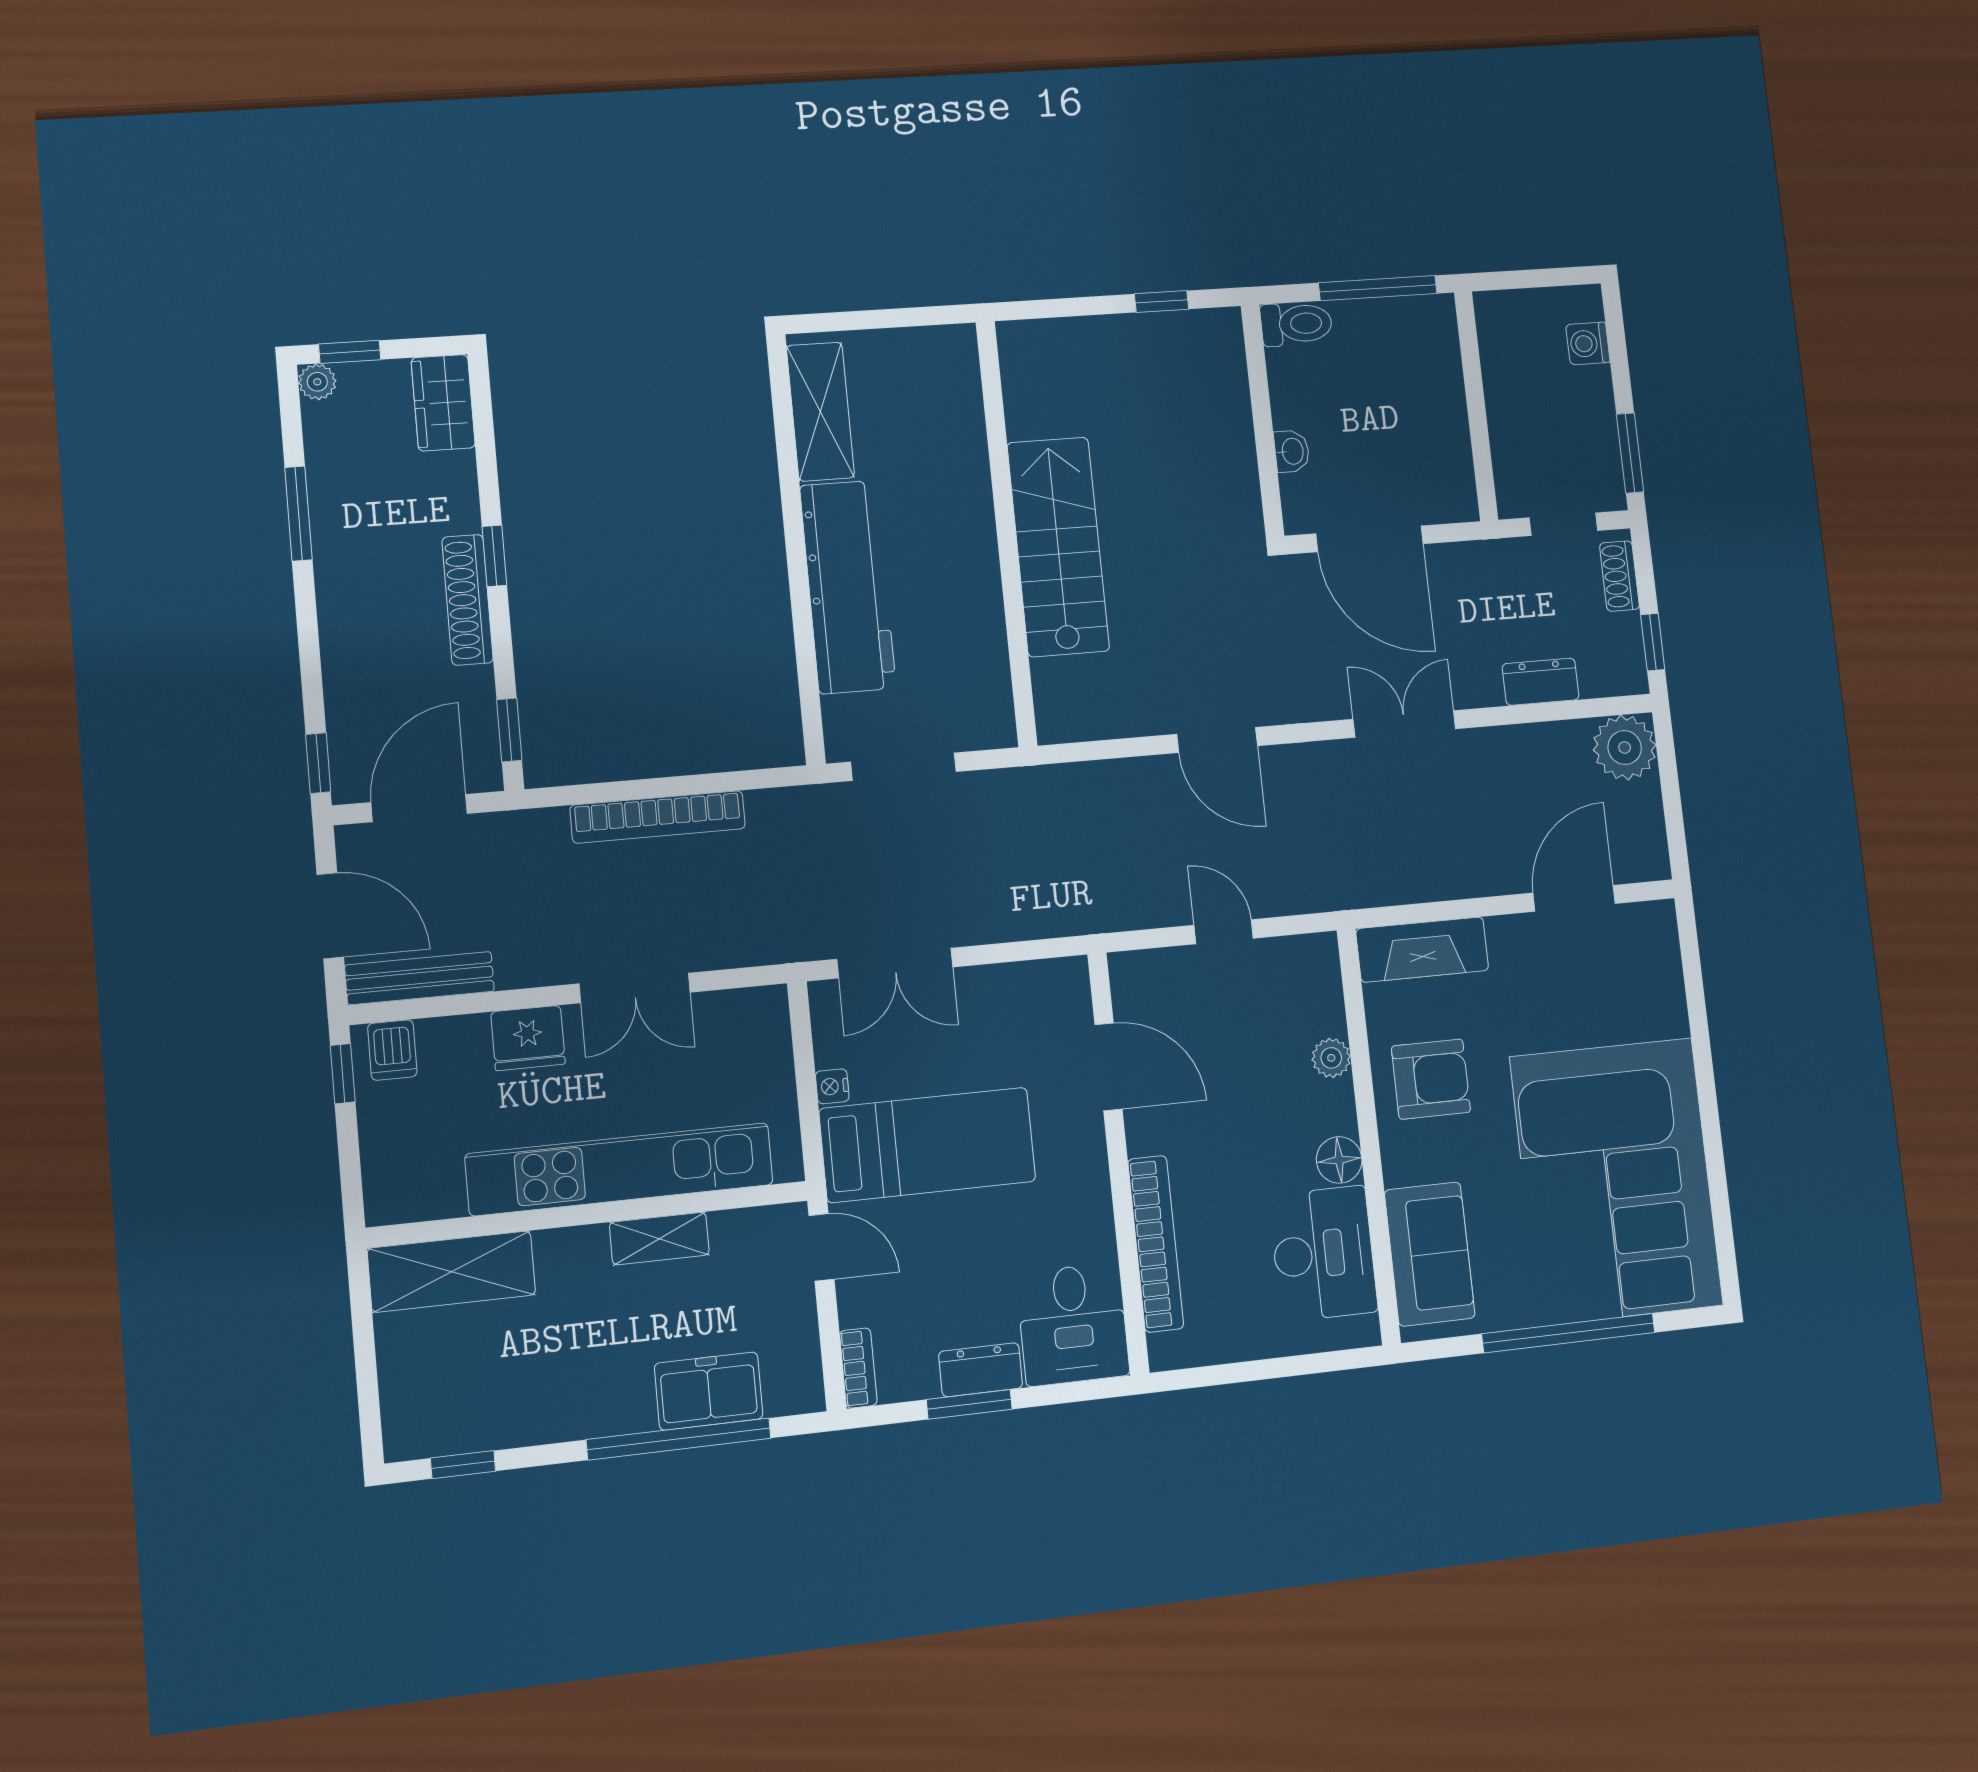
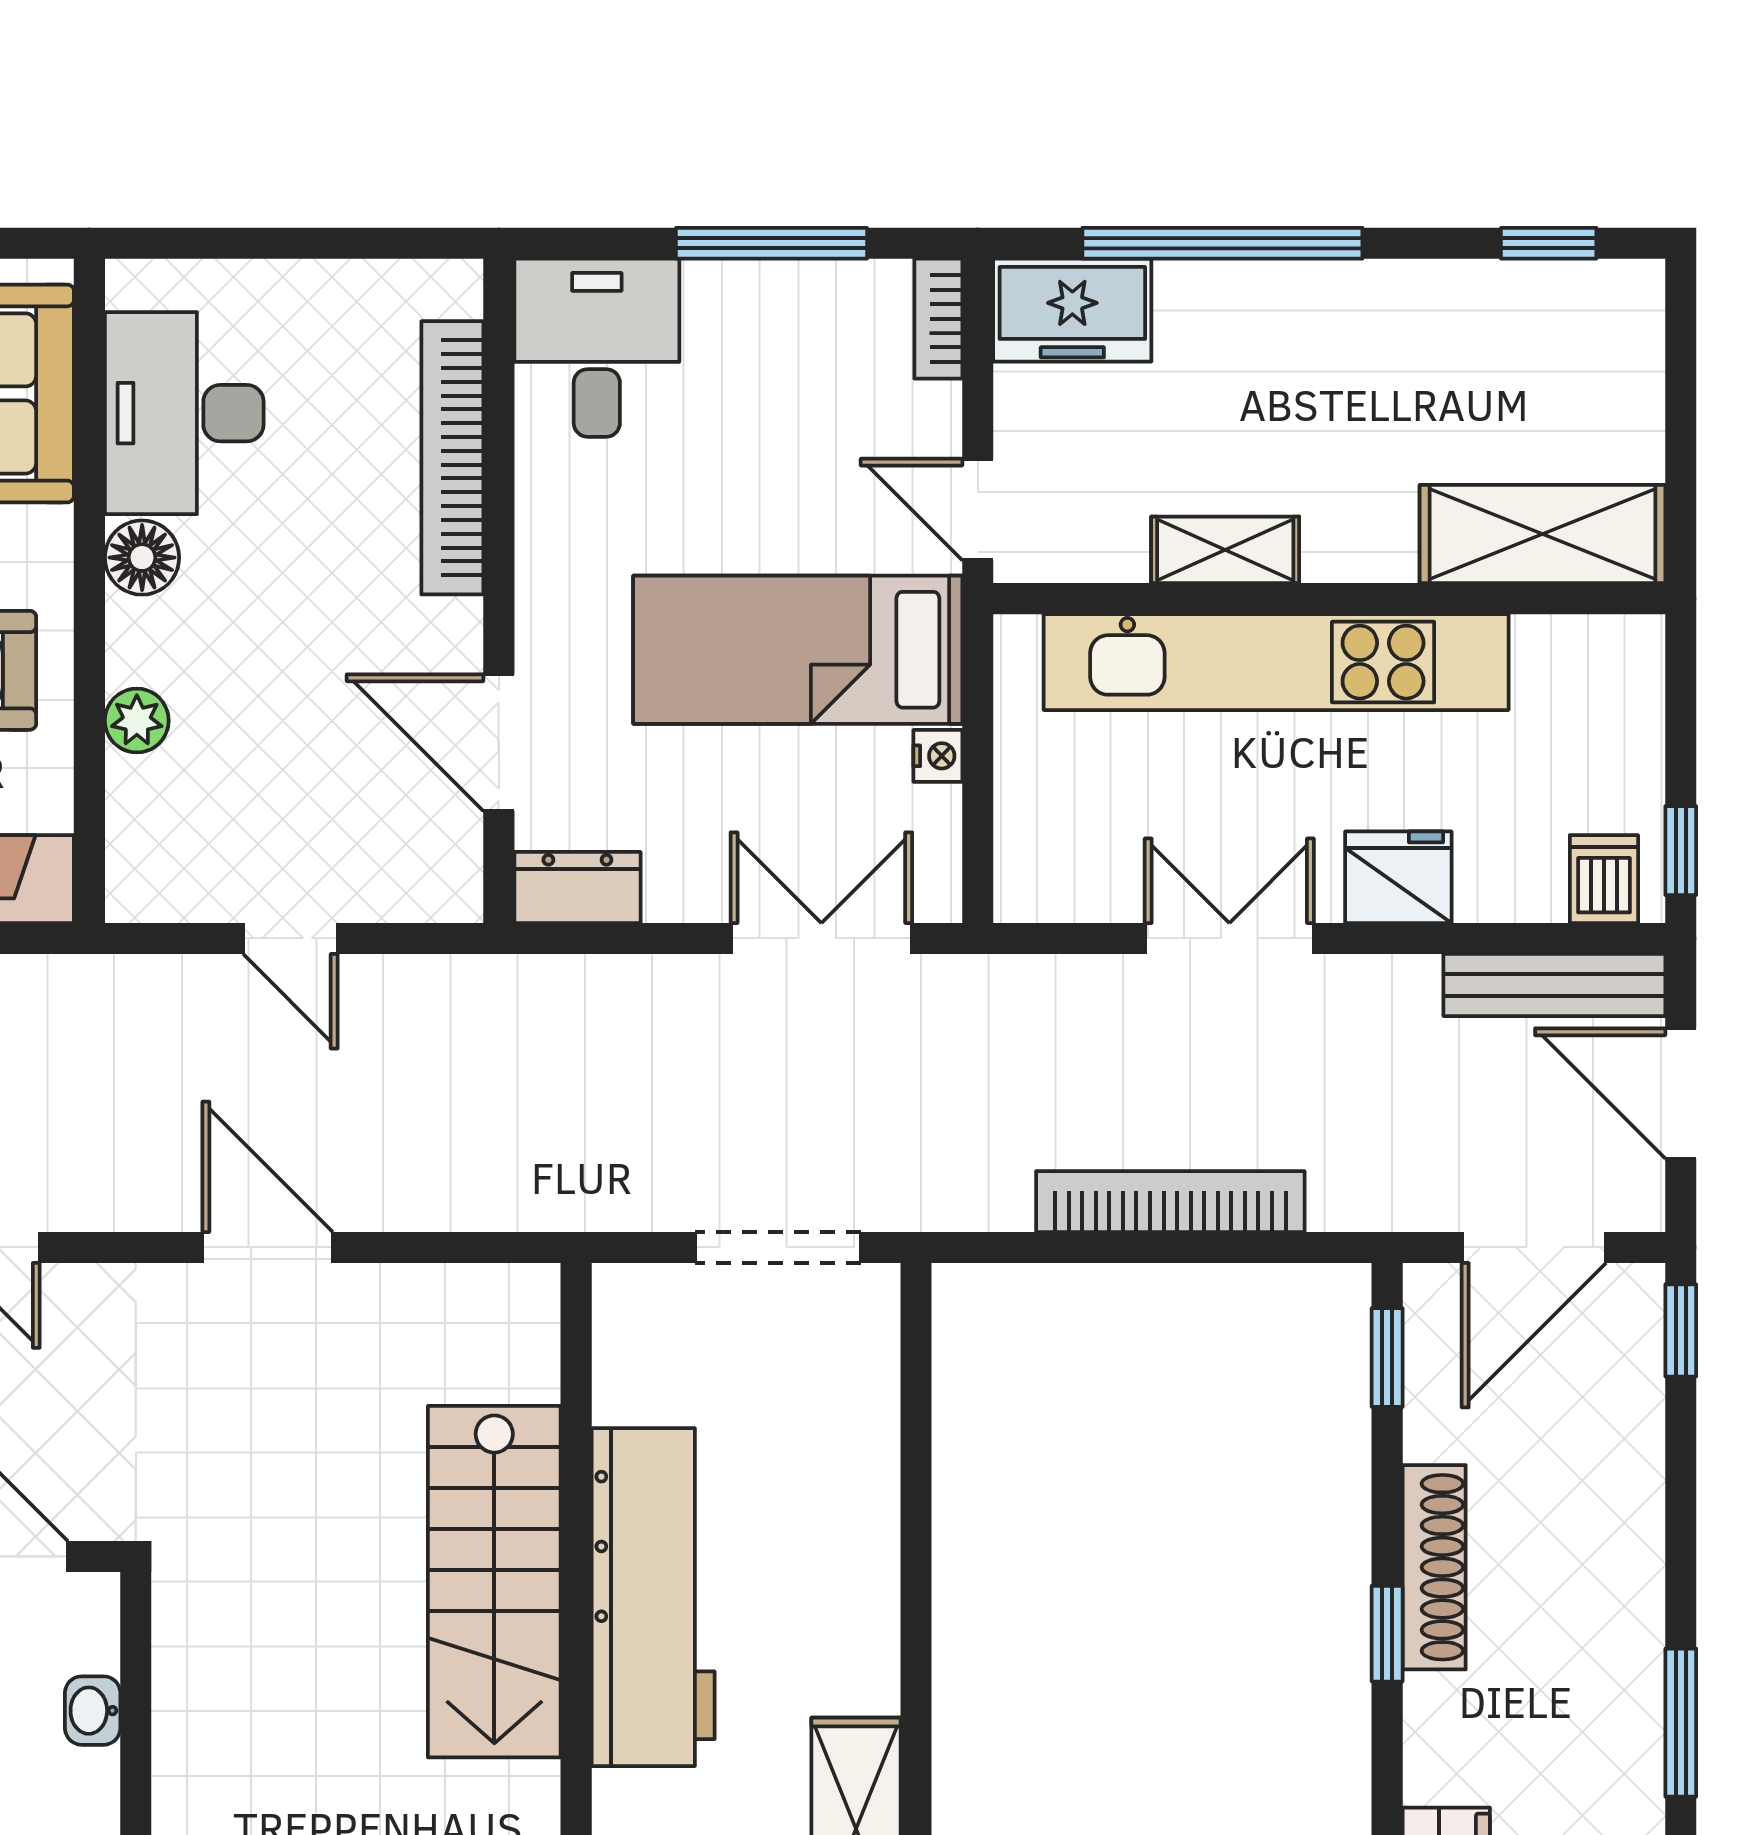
workbench: (848, 587) -> (653, 1597), moved, turned 180
dresser: (981, 1370) -> (577, 888), moved, turned 180
freezer: (709, 1391) -> (1072, 310), moved
window: (969, 1404) -> (772, 243), width x1.44

